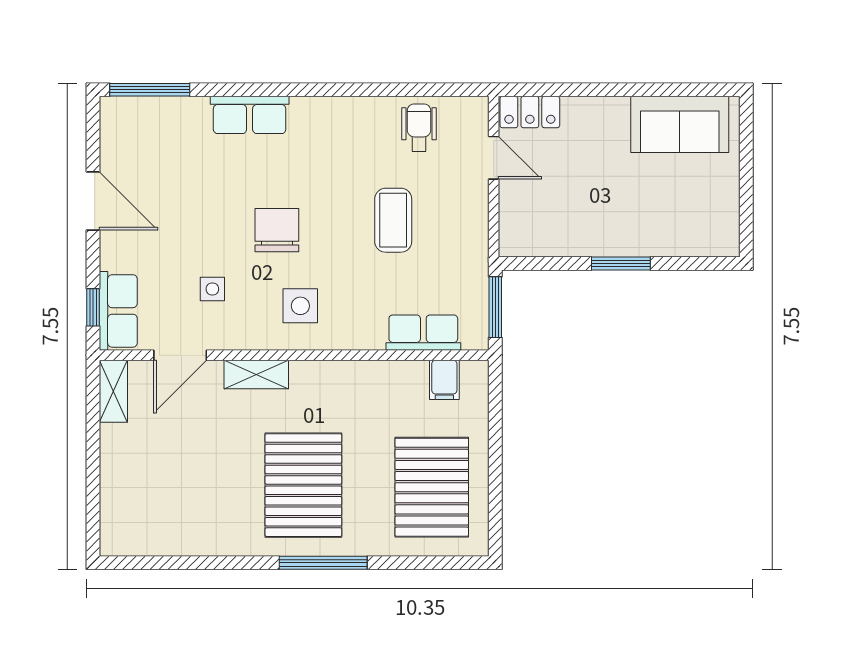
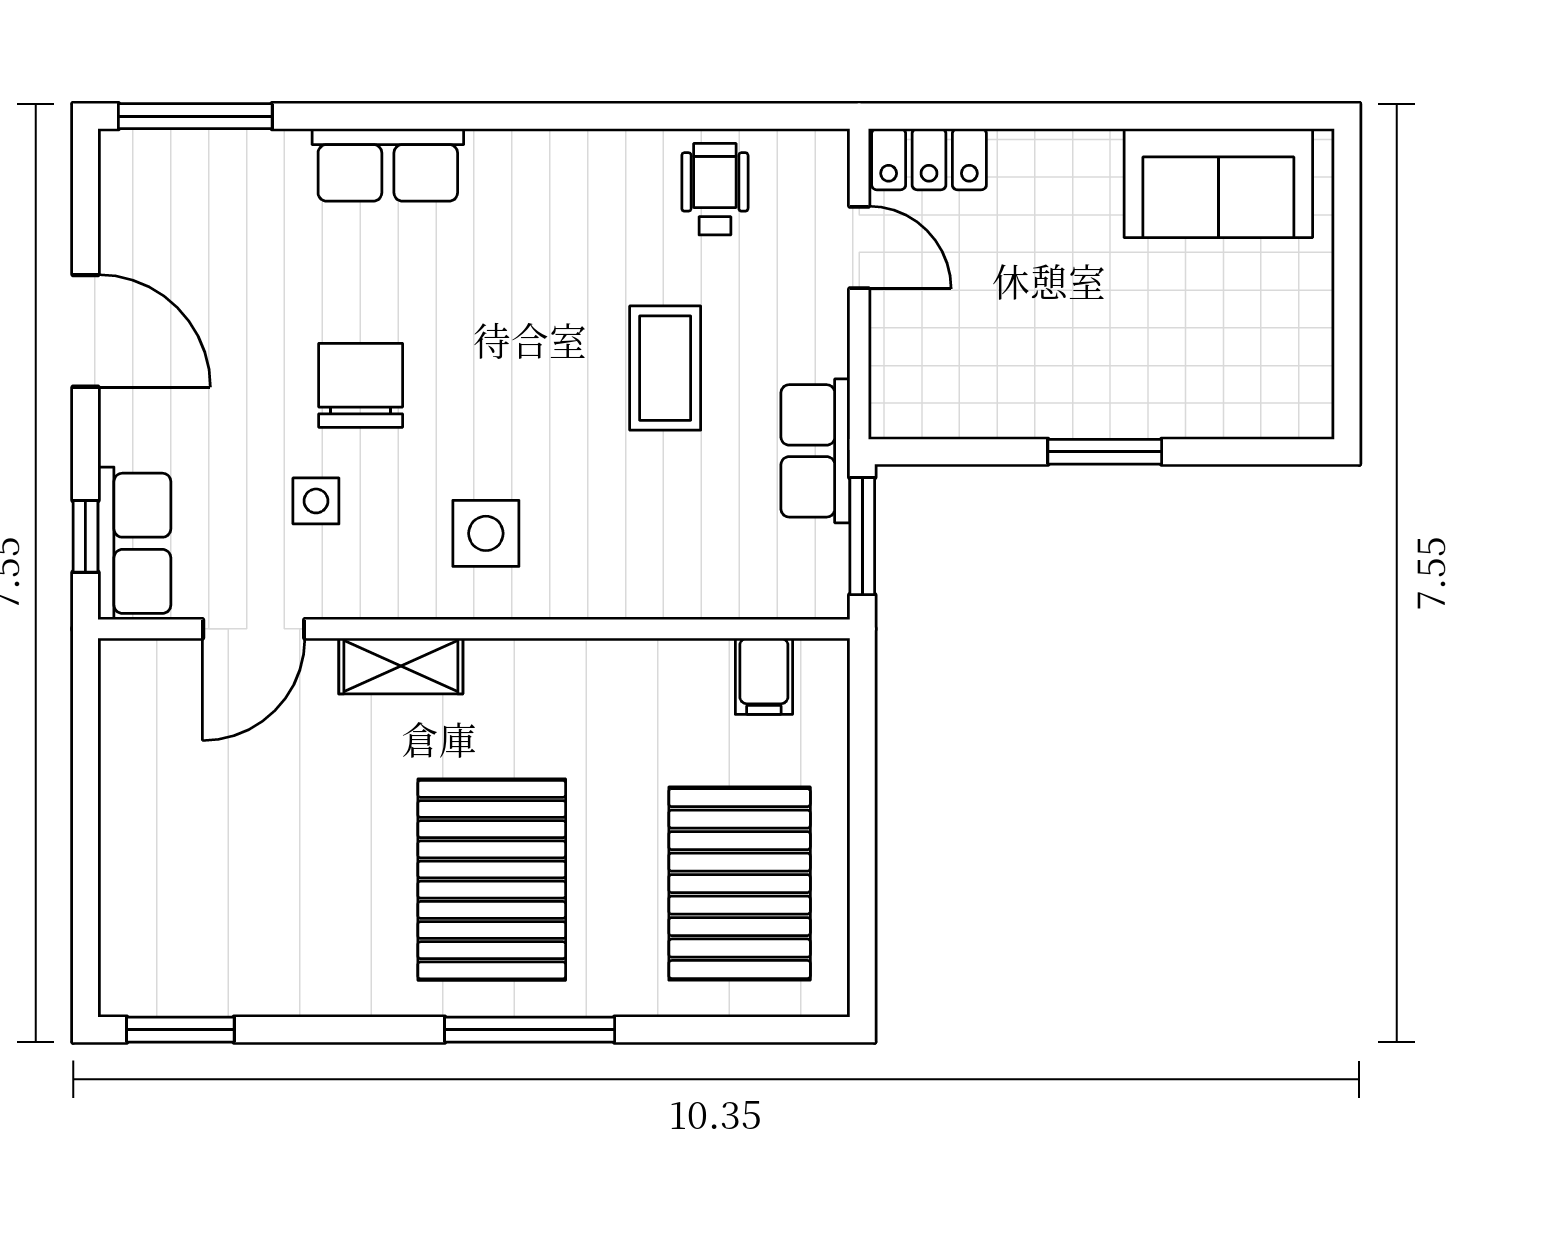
chair: (277, 230) -> (361, 385), moved
row of seats: (423, 333) -> (815, 451), moved, turned -90
shelving: (113, 391) -> (125, 698), removed
window: (142, 563) -> (180, 1030), added

